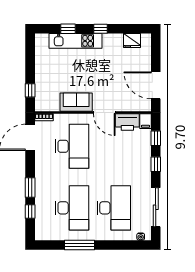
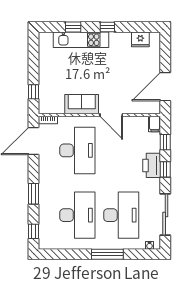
door: (156, 85) -> (165, 87), hinge flipped
printer: (127, 122) -> (152, 165), moved, turned 90
window: (30, 211) -> (33, 231), moved
window: (80, 245) -> (107, 254), moved

